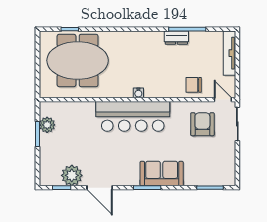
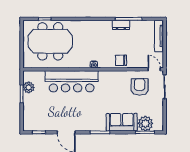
chair: (194, 85) -> (121, 60), moved
bar counter: (133, 116) -> (72, 81), moved
sofa: (162, 174) -> (122, 122), moved
plant: (72, 175) -> (145, 124), moved

